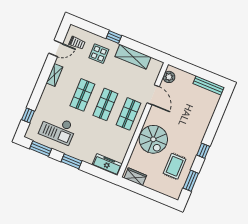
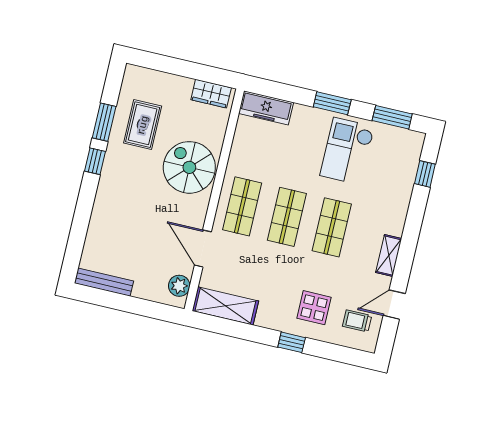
shelving: (133, 57) -> (225, 306), moved
checkout: (58, 129) -> (347, 151), moved, turned -90
window: (191, 181) -> (104, 122), moved

